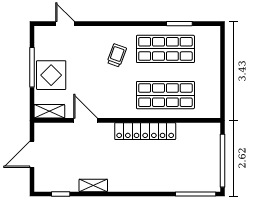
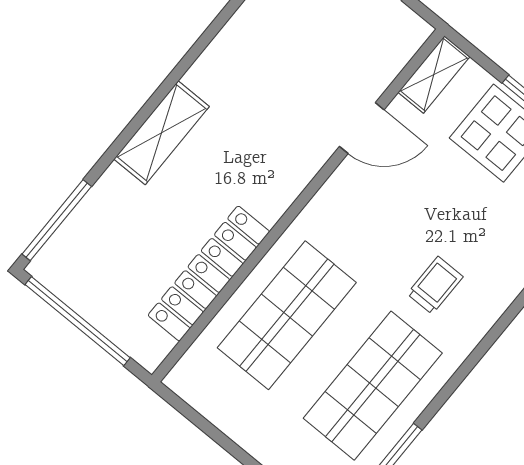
trolley: (117, 55) -> (435, 285), turned -110
locker: (145, 131) -> (209, 273), moved
shelving: (93, 185) -> (162, 133), moved, width x1.50, depth x1.33

